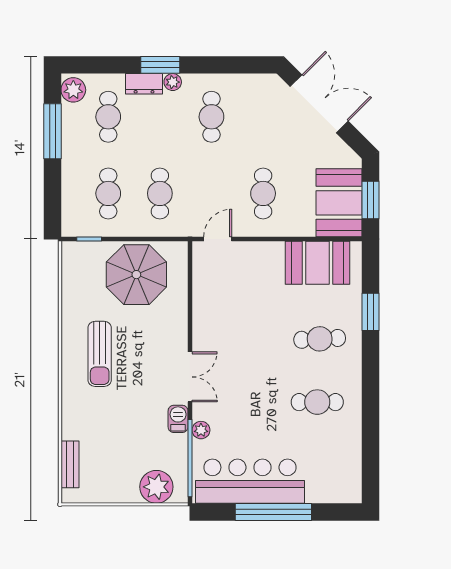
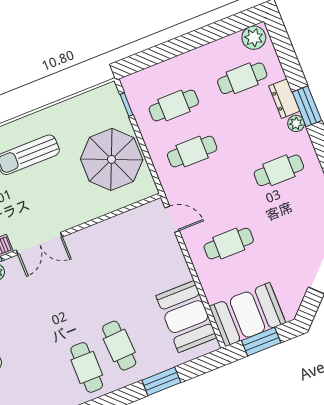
window: (52, 131) -> (210, 34), removed
cafe table: (317, 402) -> (87, 367), moved

